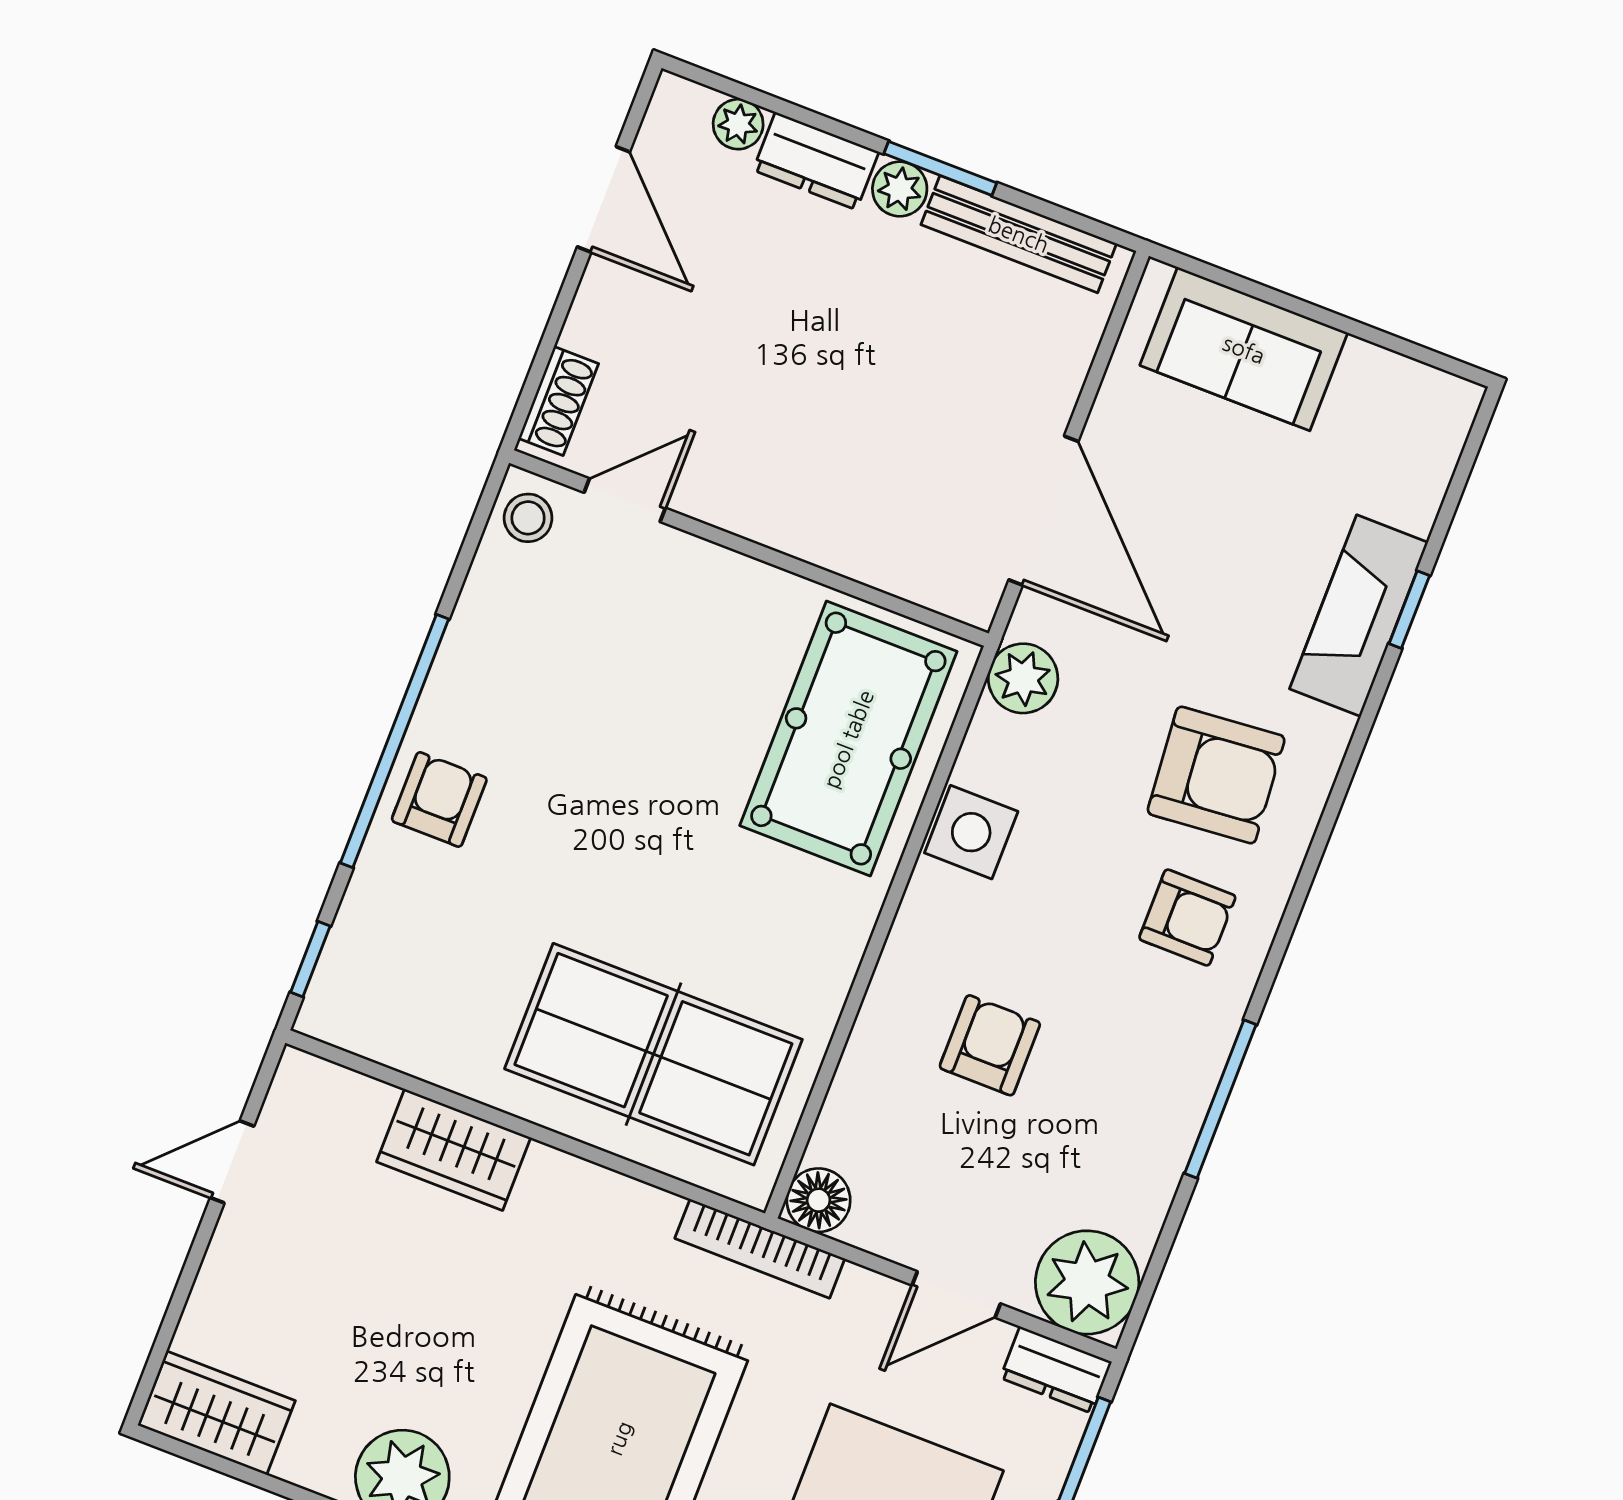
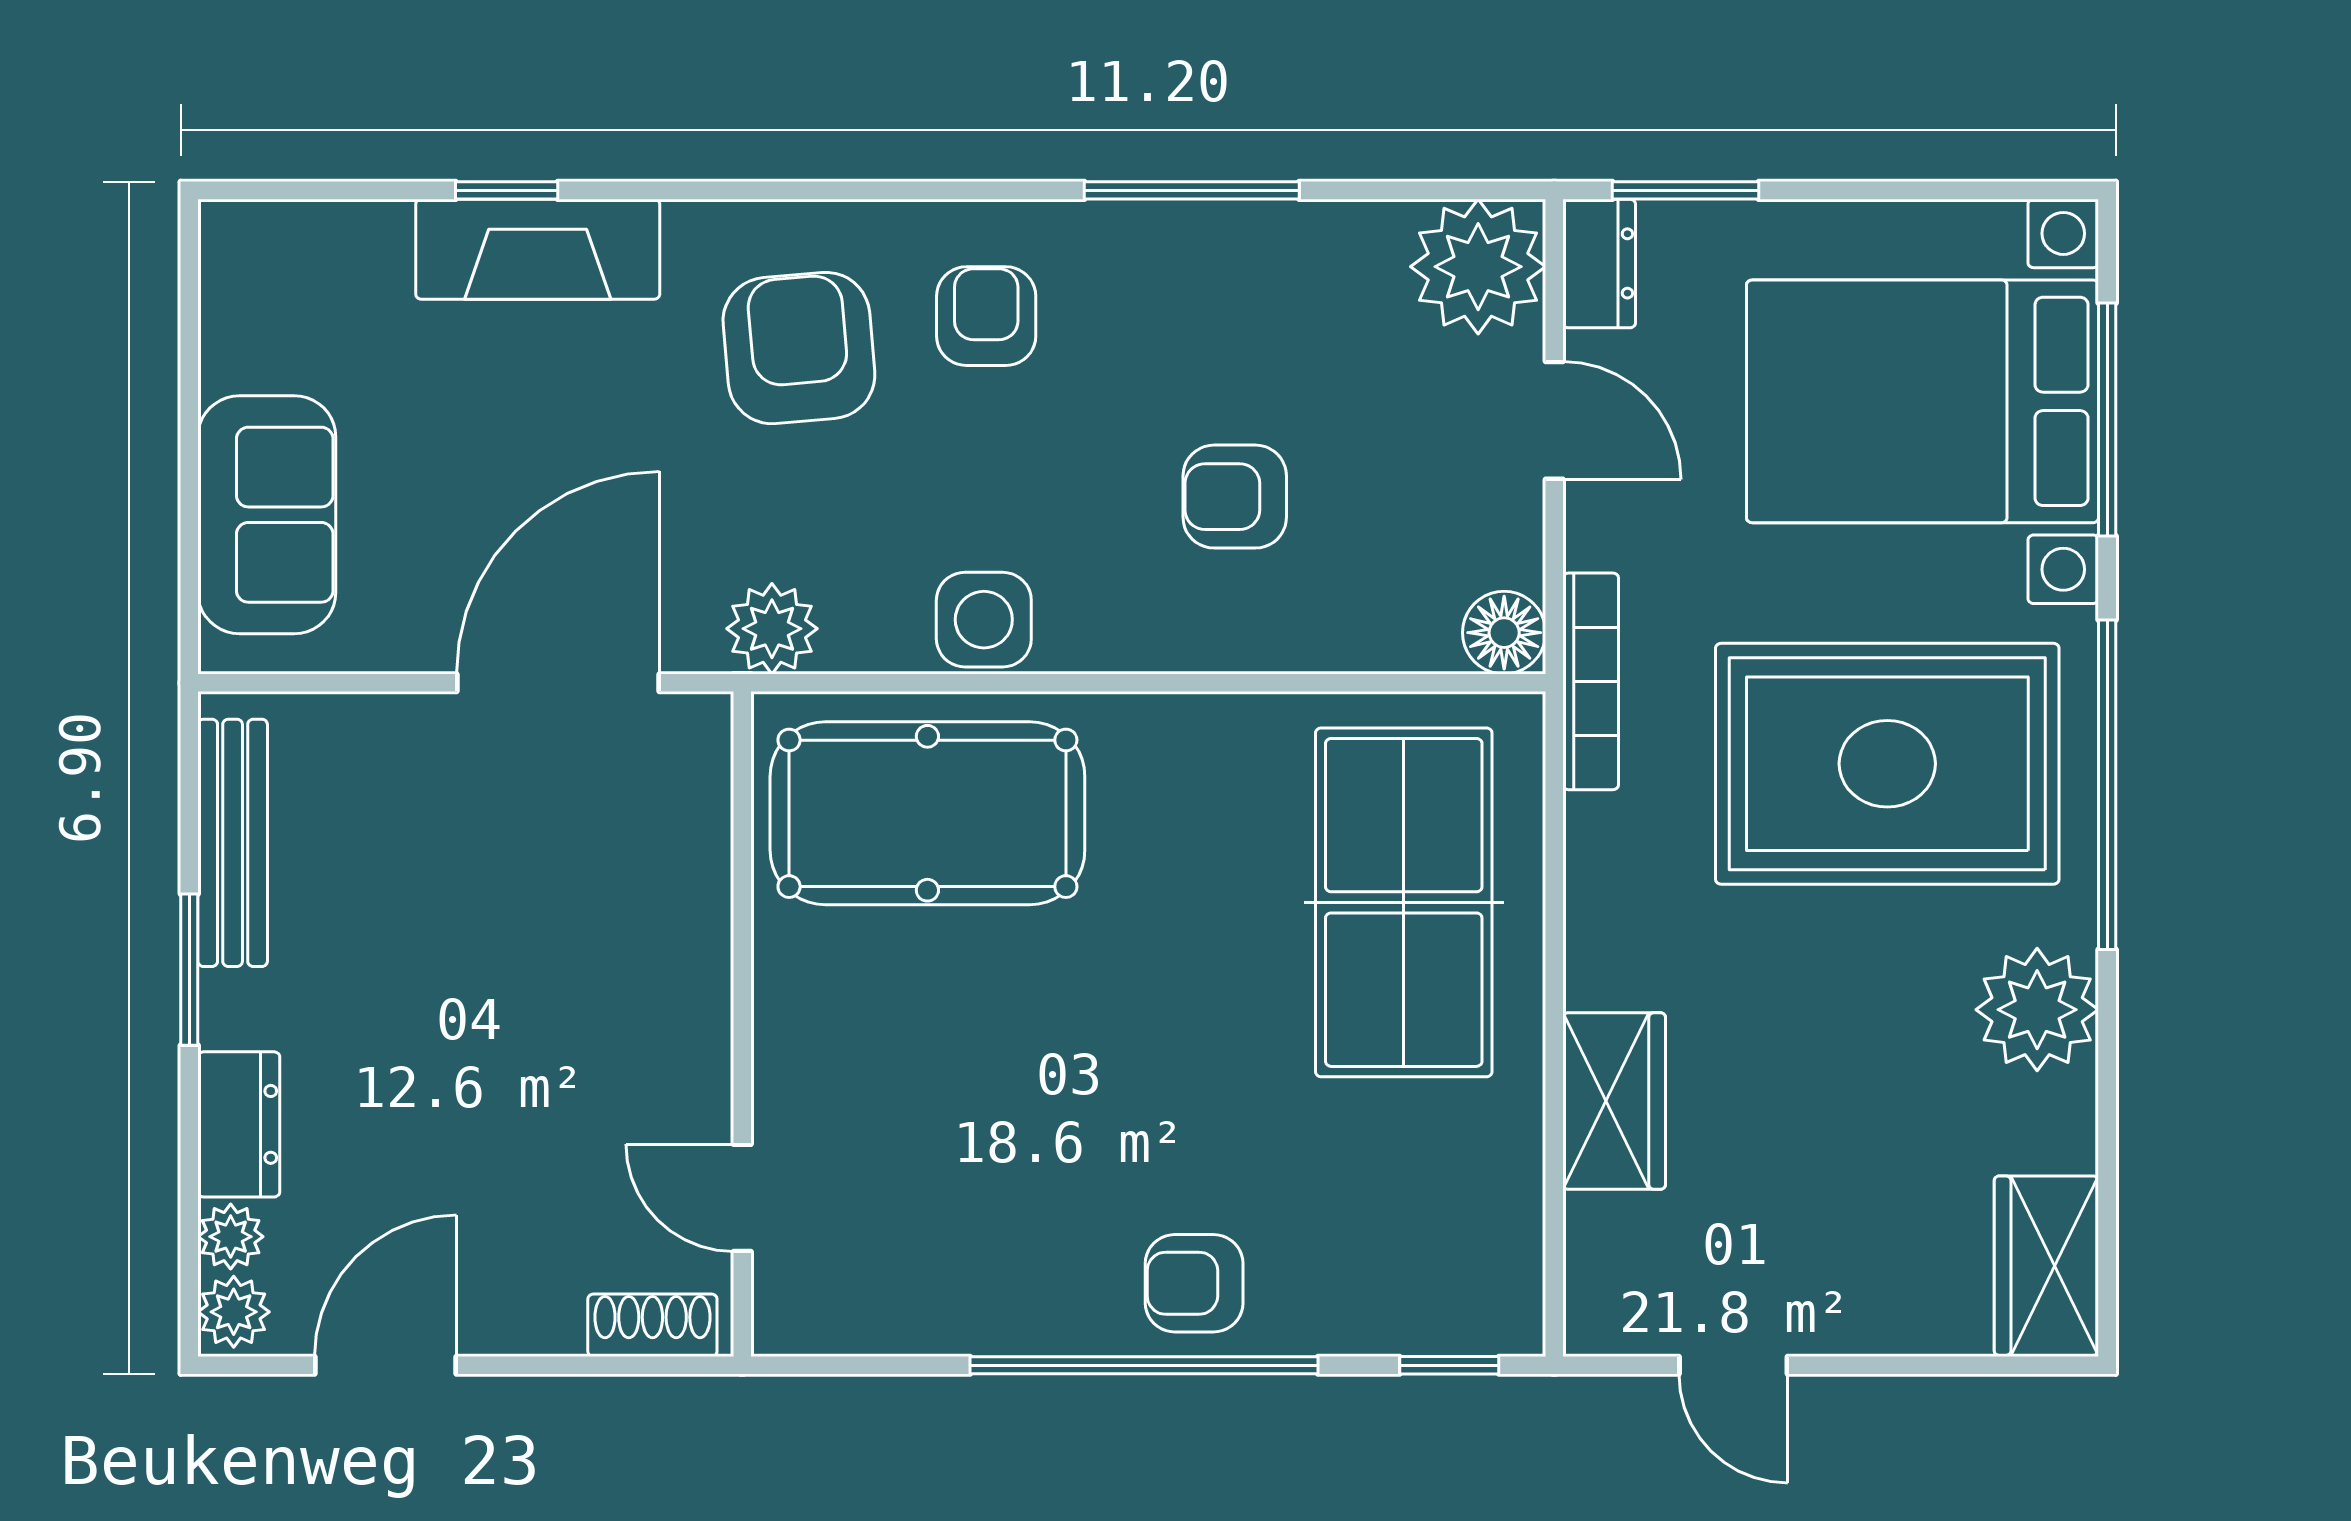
plant: (900, 189) -> (234, 1312), moved
stool: (528, 518) -> (809, 1307), removed

